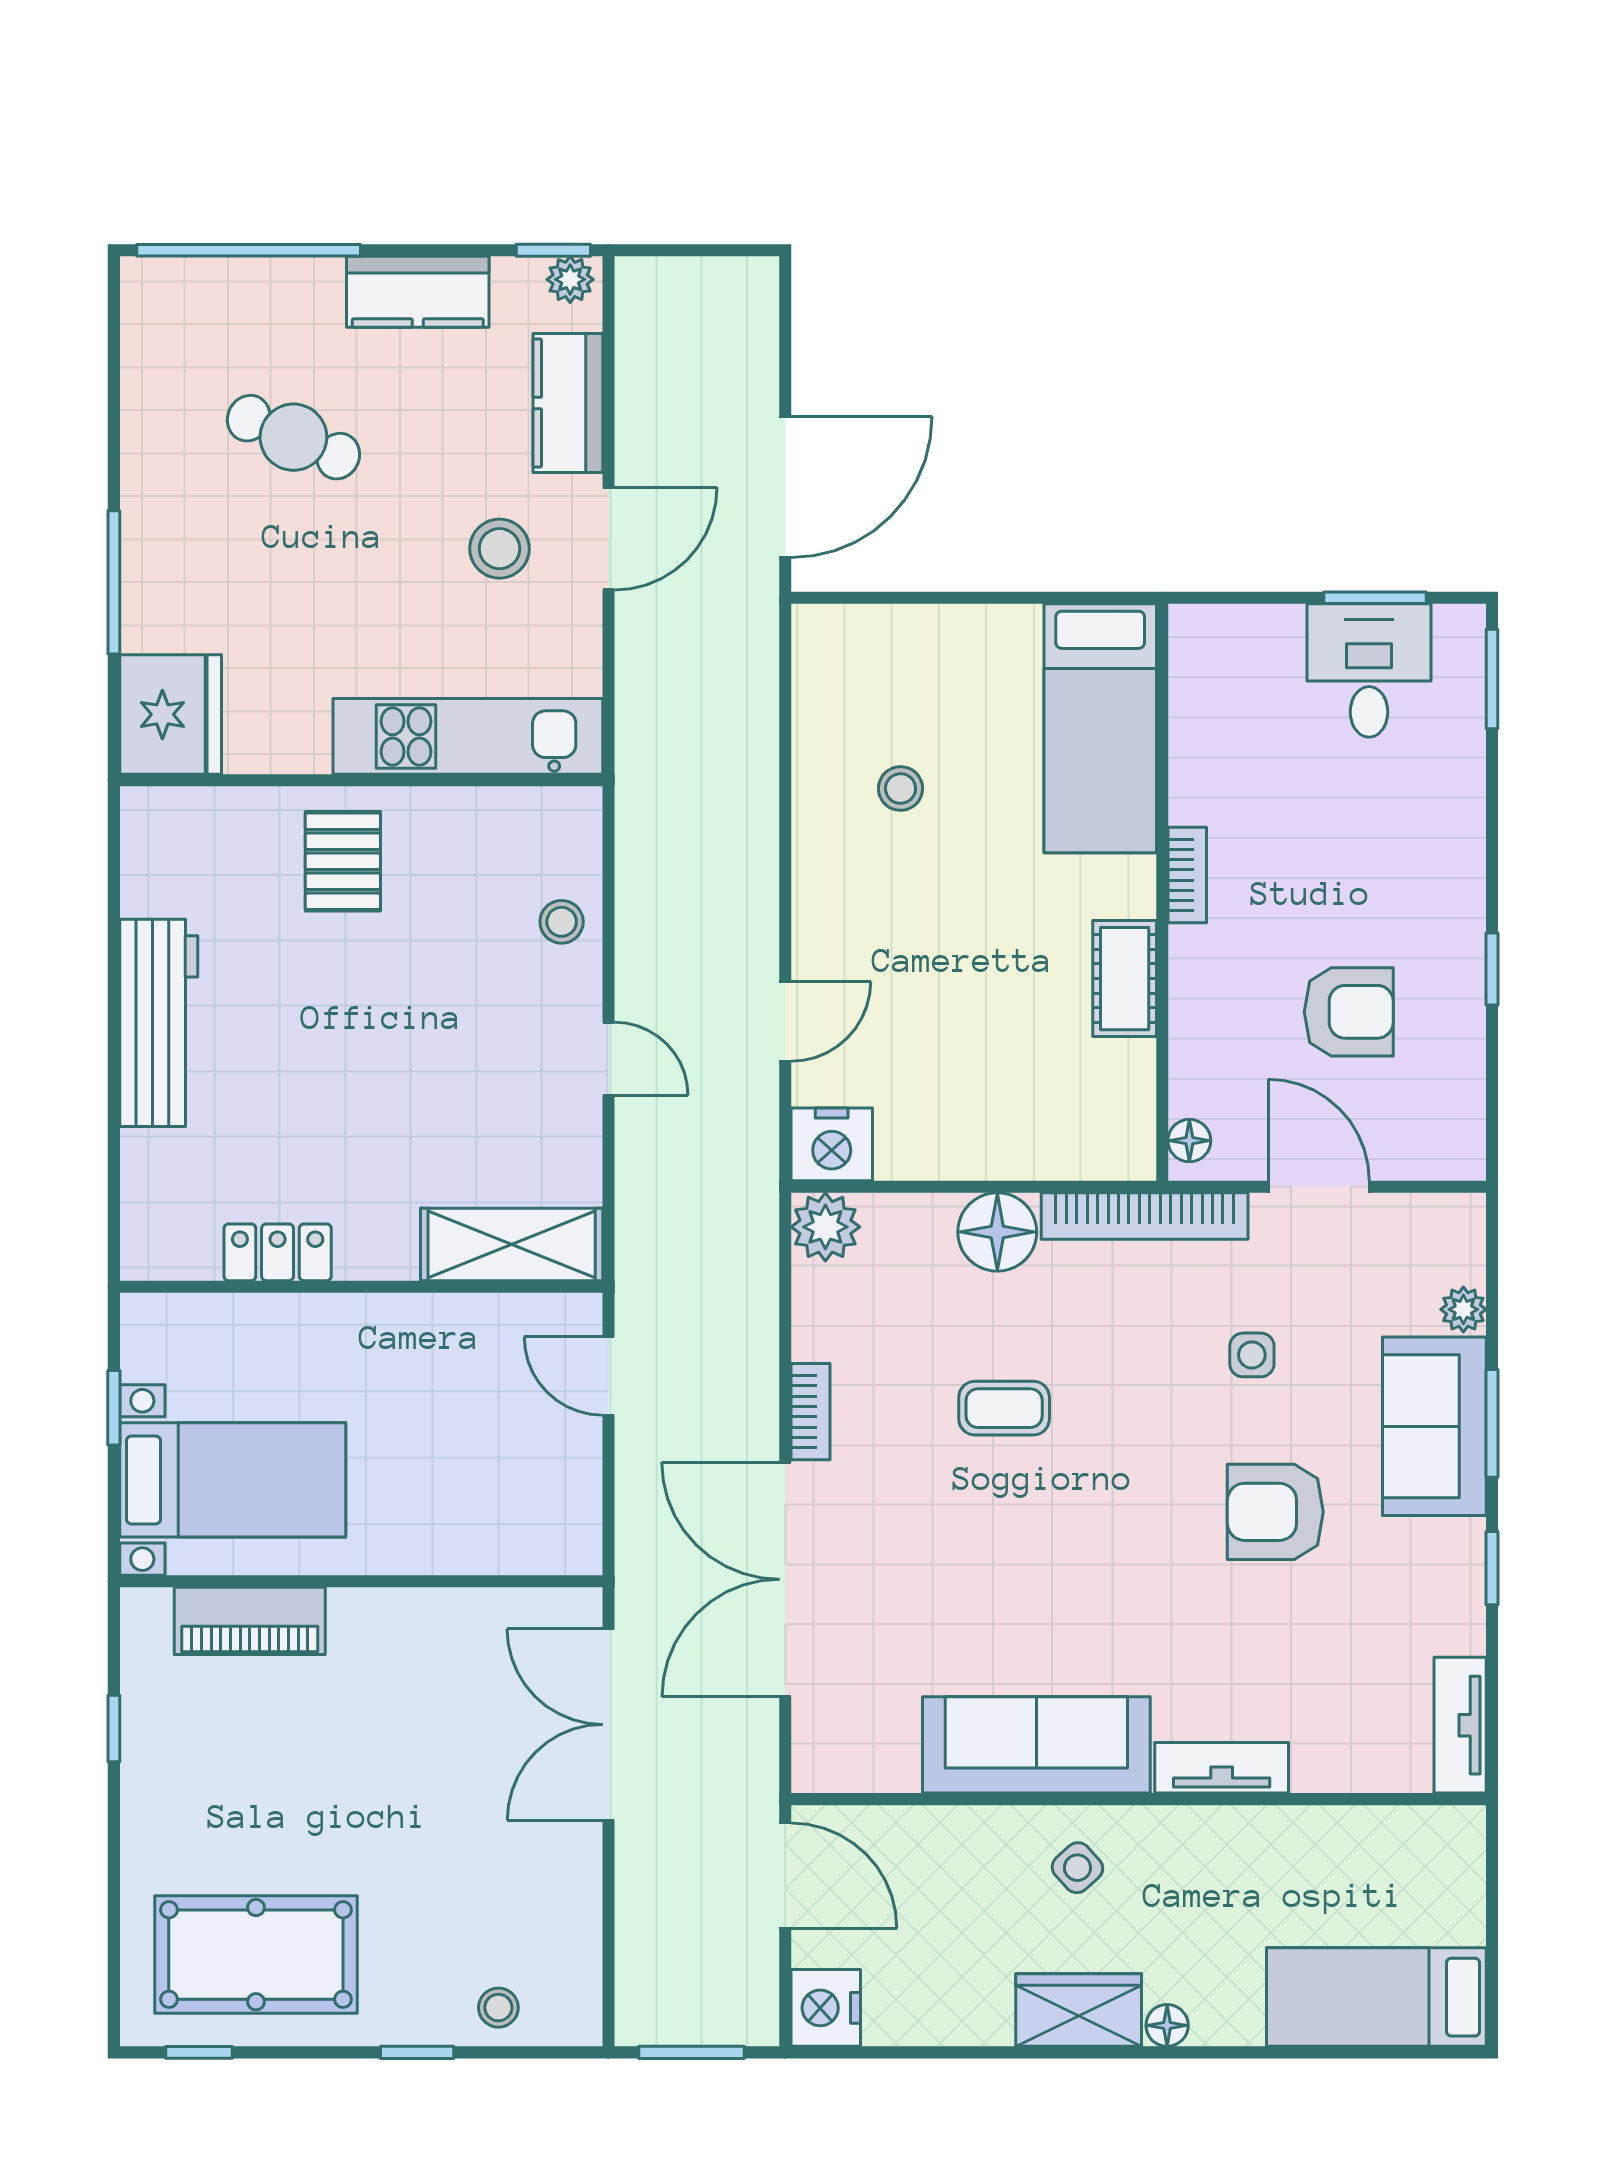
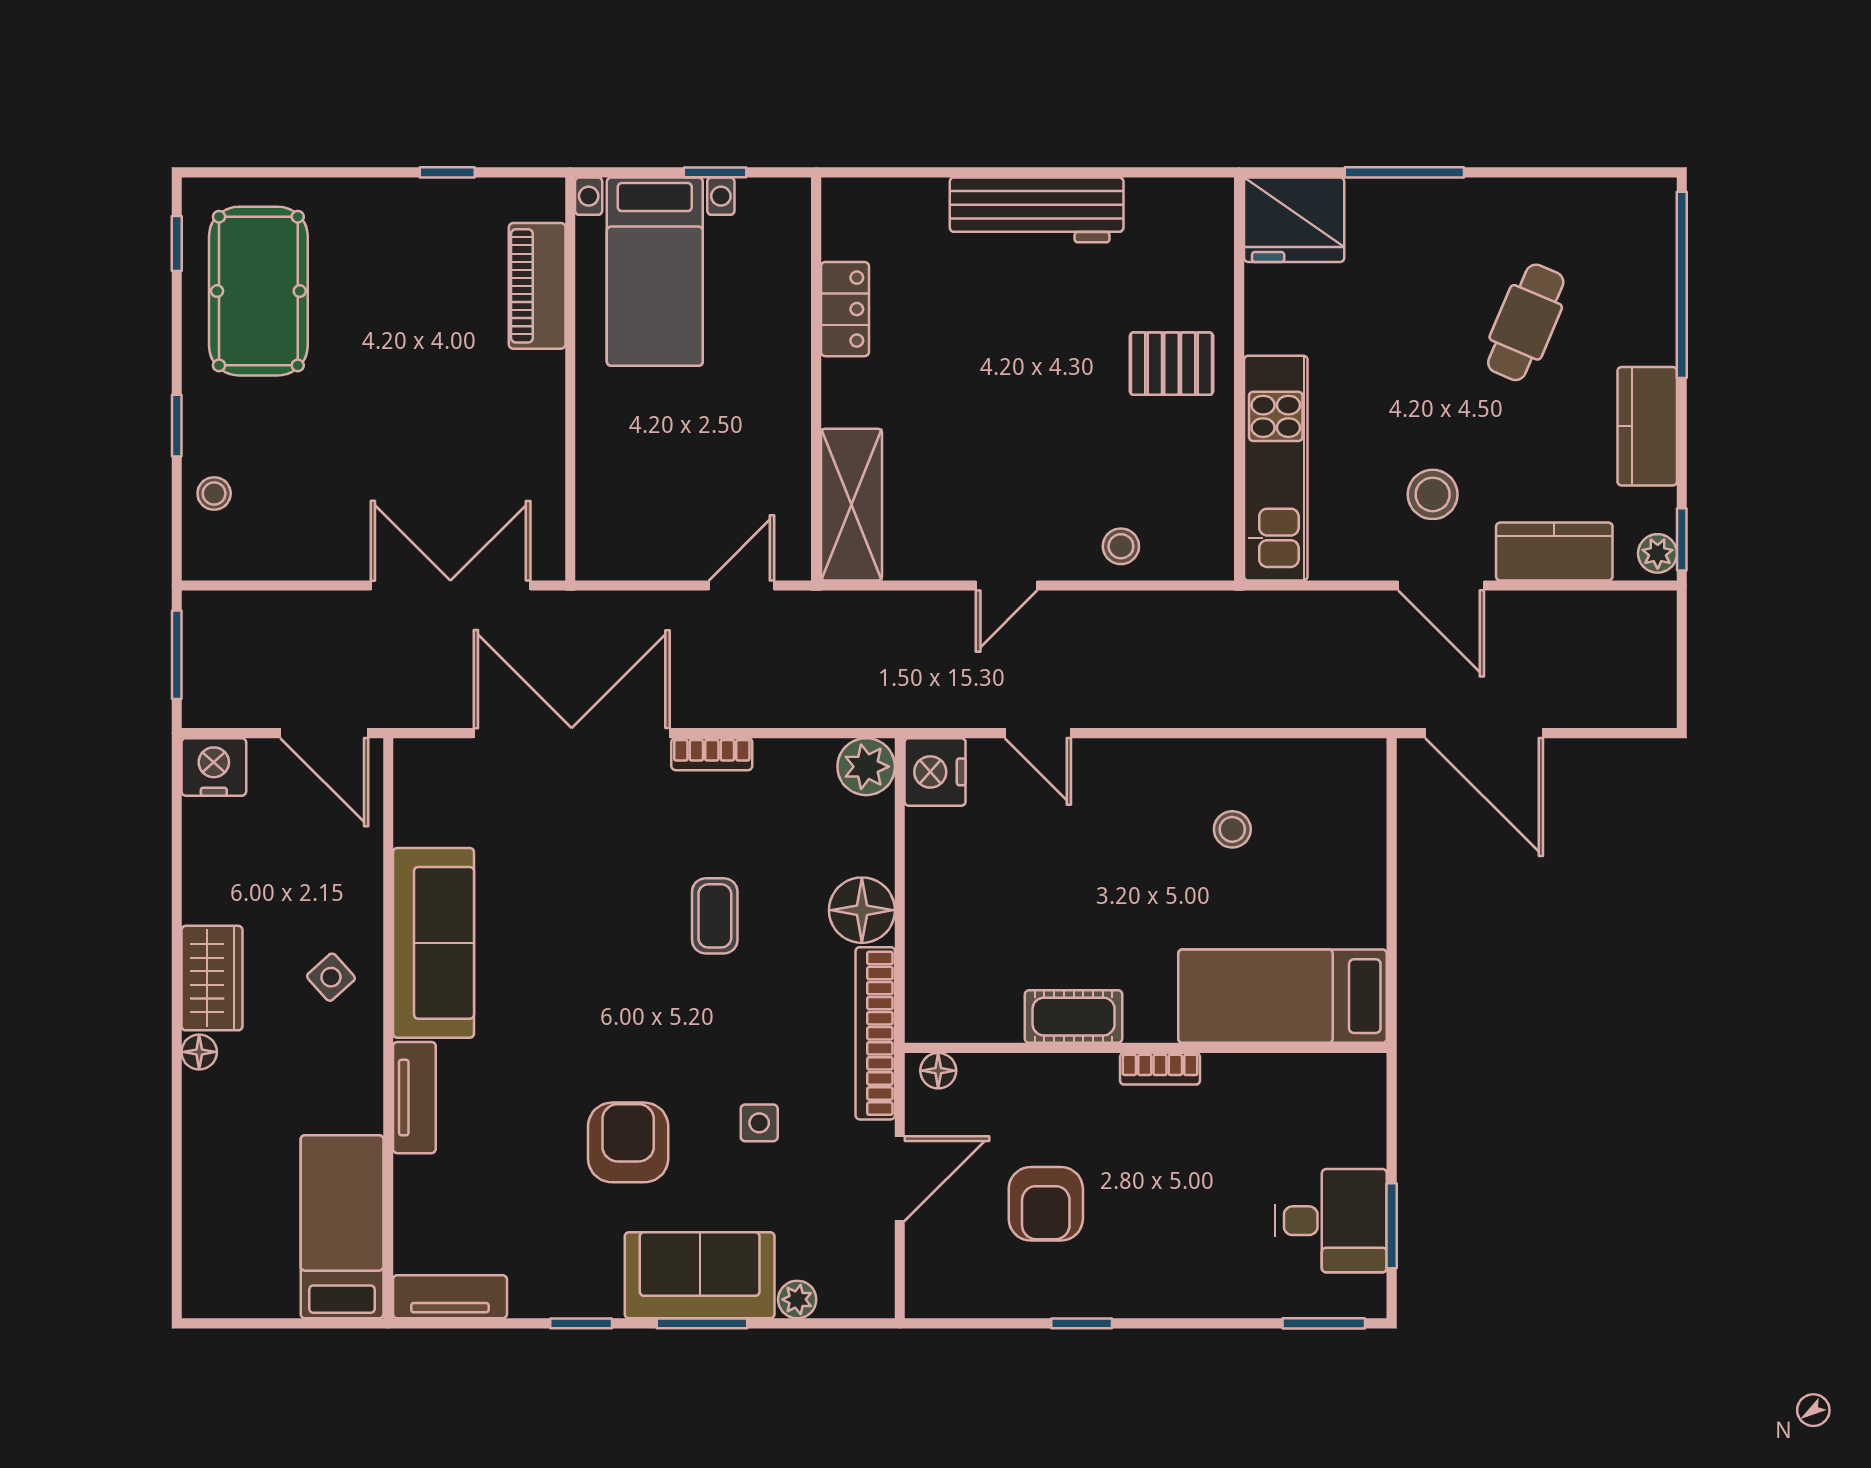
door: (785, 1876) -> (324, 733), hinge flipped
bed: (1376, 1997) -> (342, 1227), moved

